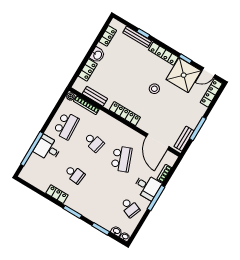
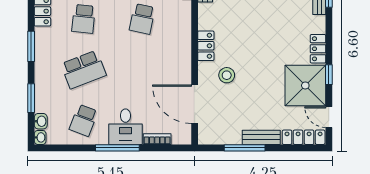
locker: (163, 54) -> (318, 49), width x0.66
stool: (154, 89) -> (227, 75), moved
locker: (125, 114) -> (206, 46), width x0.66
bench: (184, 139) -> (261, 137), moved
door: (158, 142) -> (195, 104), hinge flipped
school desk: (122, 159) -> (84, 70), moved

